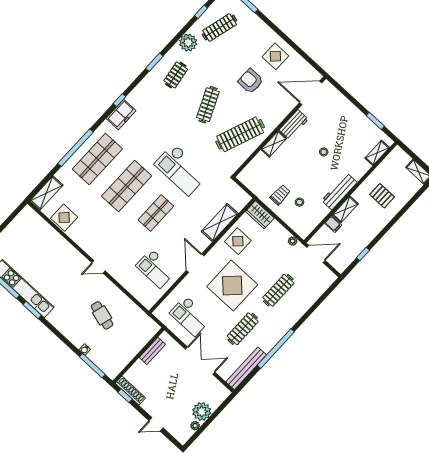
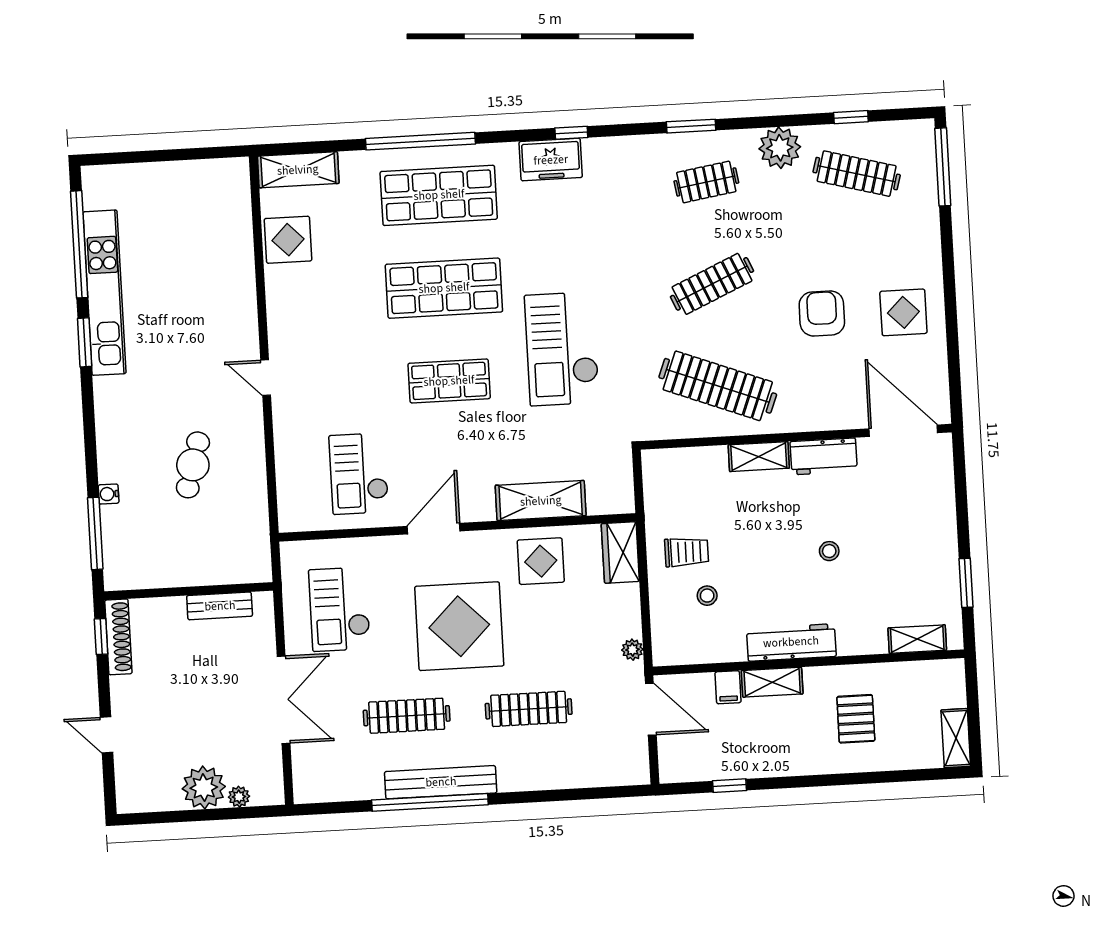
bench: (246, 368) -> (441, 782), moved
plant: (195, 426) -> (239, 797), moved

